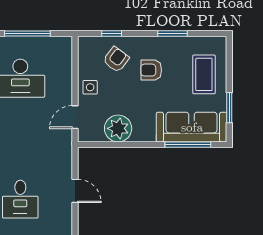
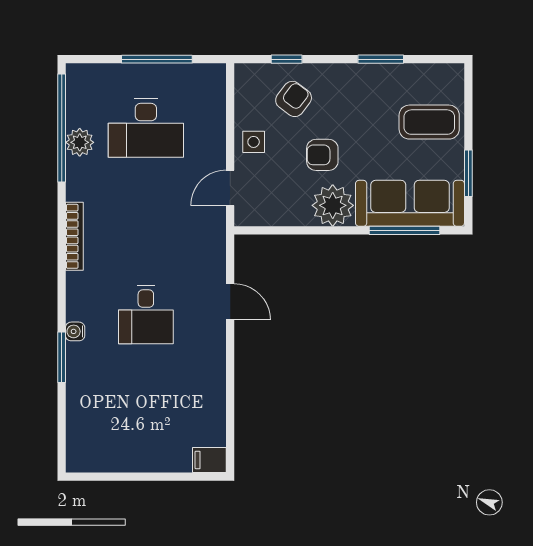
armchair: (151, 70) -> (322, 155), moved
coffee table: (204, 74) -> (429, 122), turned 90
plant: (118, 128) -> (333, 205), moved

